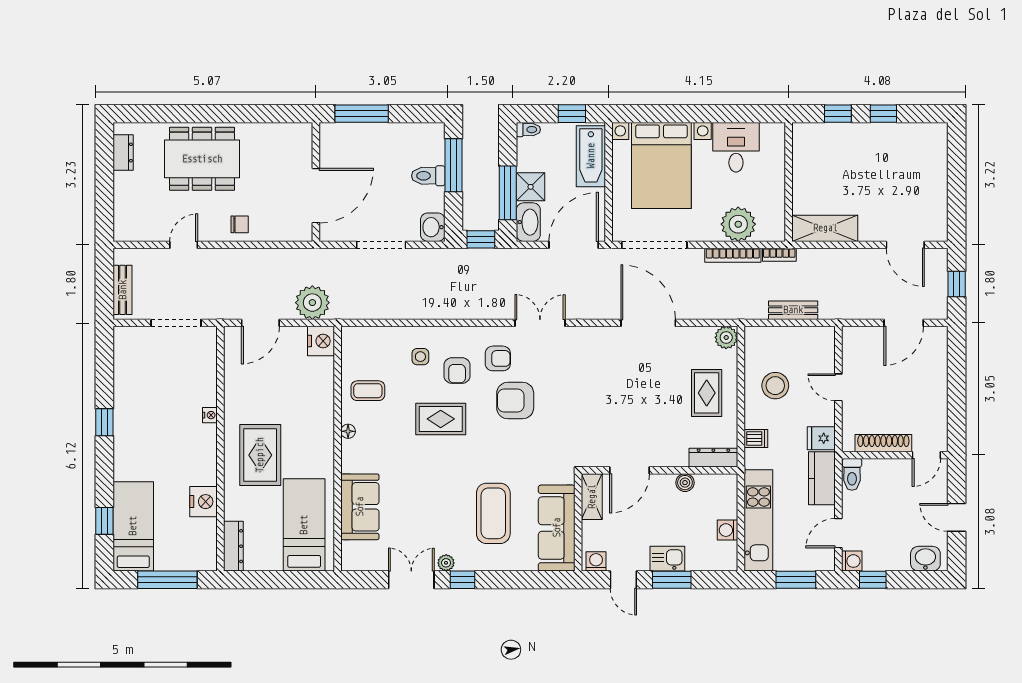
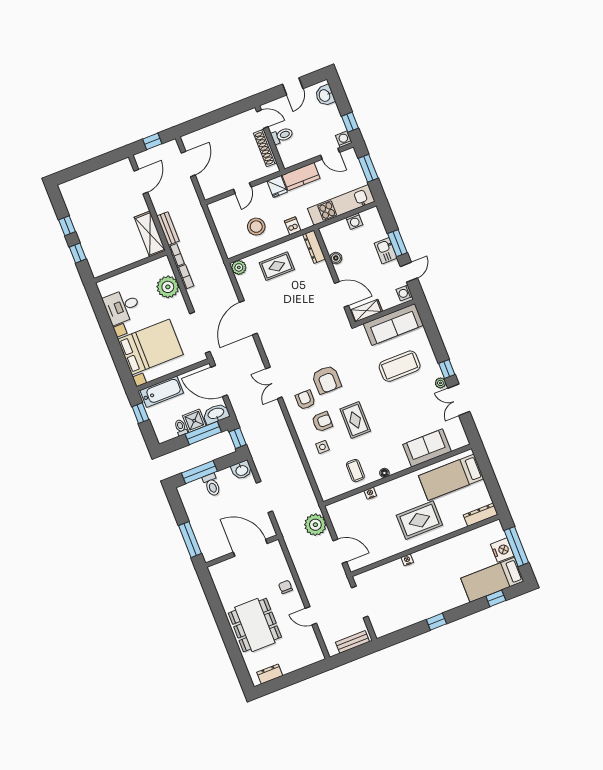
toilet: (528, 130) -> (181, 427), moved
bookcase: (733, 255) -> (185, 277), width x0.64
bench: (793, 310) -> (168, 228), moved
door: (904, 323) -> (188, 164), hinge flipped
nightstand: (321, 341) -> (370, 493), moved, width x0.53, depth x0.56
toilet: (852, 474) -> (282, 136), moved
nightstand: (203, 502) -> (502, 550), moved, turned 90

